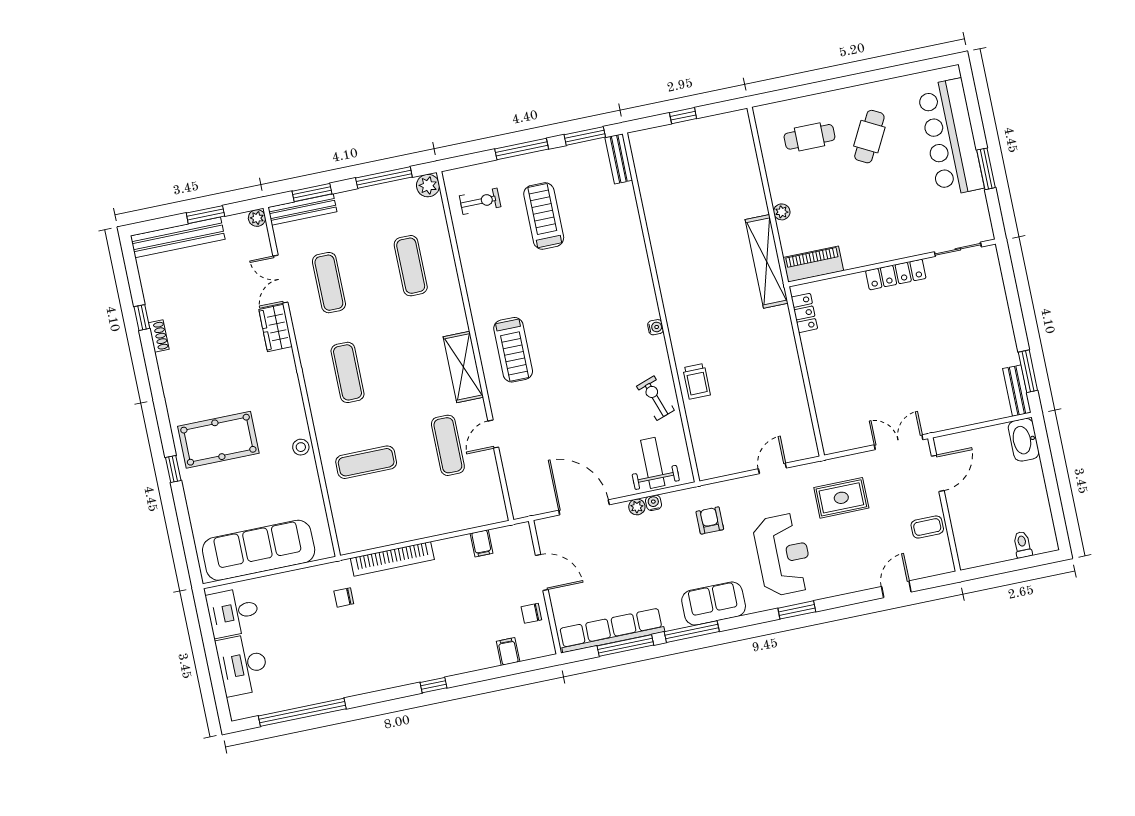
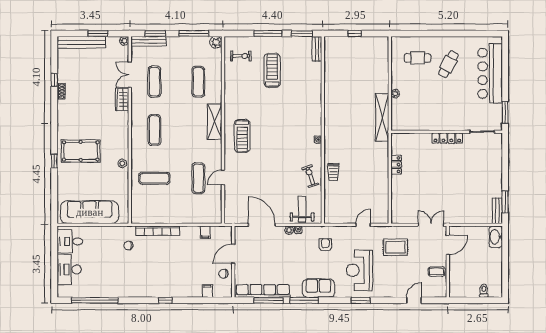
window: (986, 169) -> (505, 112), moved
piano: (813, 264) -> (406, 124), removed
locker: (804, 313) -> (396, 165), moved
shelving: (463, 367) -> (215, 122), moved
reception desk: (783, 555) -> (359, 270), turned 180
door: (542, 572) -> (233, 254), swing flipped

